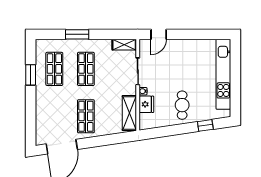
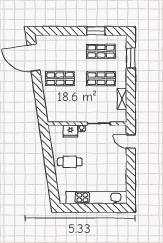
window: (77, 34) -> (131, 58), moved
shelving: (124, 45) -> (122, 99), moved
shelving: (129, 113) -> (63, 116), removed
window: (205, 125) -> (52, 182), removed

